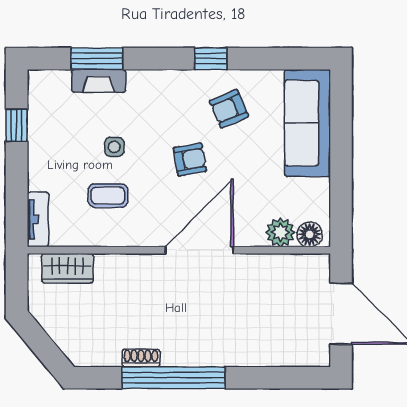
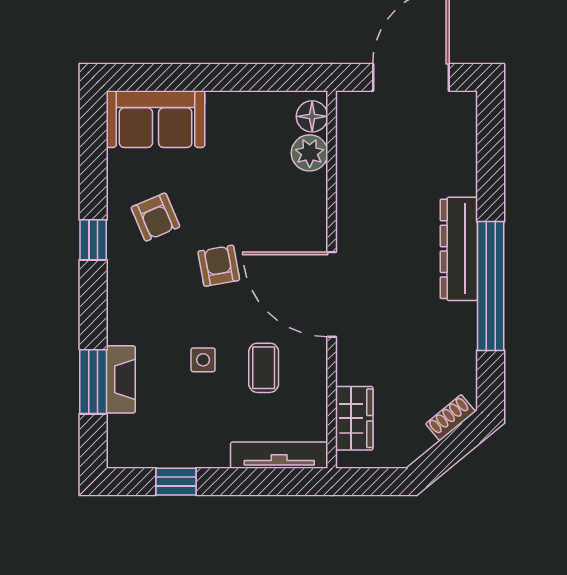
sofa: (308, 123) -> (156, 119), width x0.73
tv unit: (38, 219) -> (279, 455), width x1.41
door: (199, 250) -> (332, 294), moved
dresser: (203, 352) -> (459, 249), added
shoe rack: (141, 358) -> (451, 418), moved, turned 50

